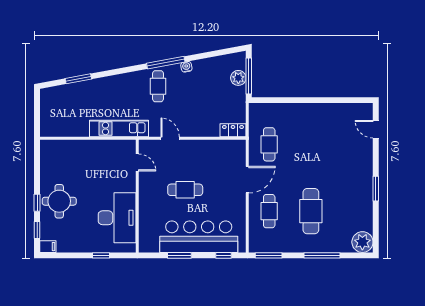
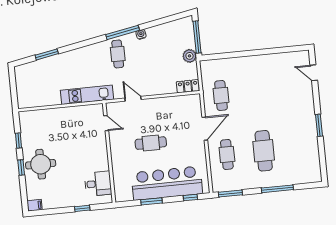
plant: (238, 78) -> (190, 56), moved
desk: (117, 218) -> (98, 184), width x0.53, depth x0.77
window: (37, 230) -> (19, 140), moved
plant: (362, 242) -> (312, 174), removed

